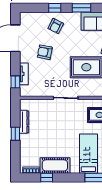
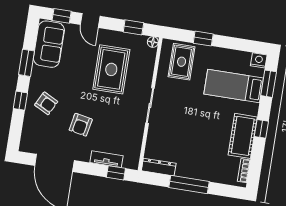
dresser: (24, 122) -> (159, 167), moved
window: (15, 134) -> (189, 185), width x2.17
window: (47, 178) -> (261, 129), moved

